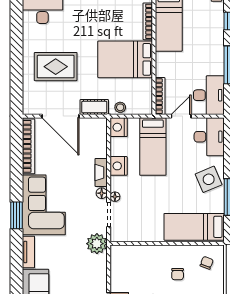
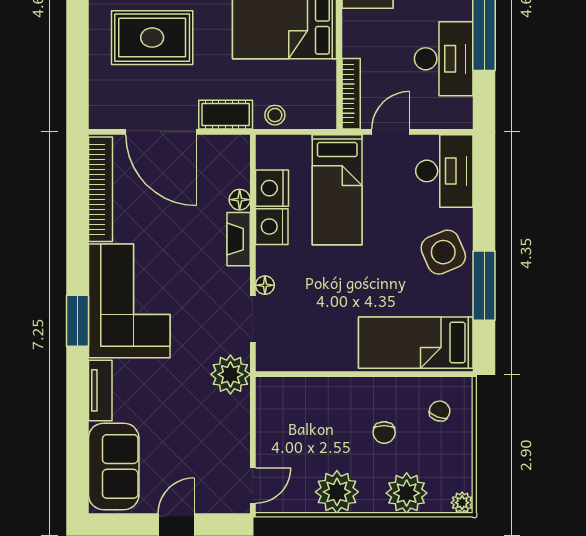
desk: (209, 95) -> (444, 59), moved
nightstand: (119, 127) -> (272, 188), moved
floor lamp: (102, 193) -> (240, 200), moved

